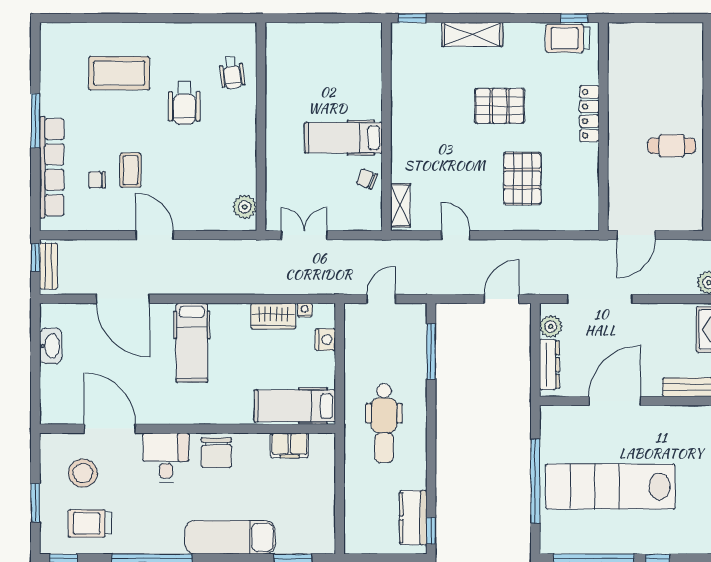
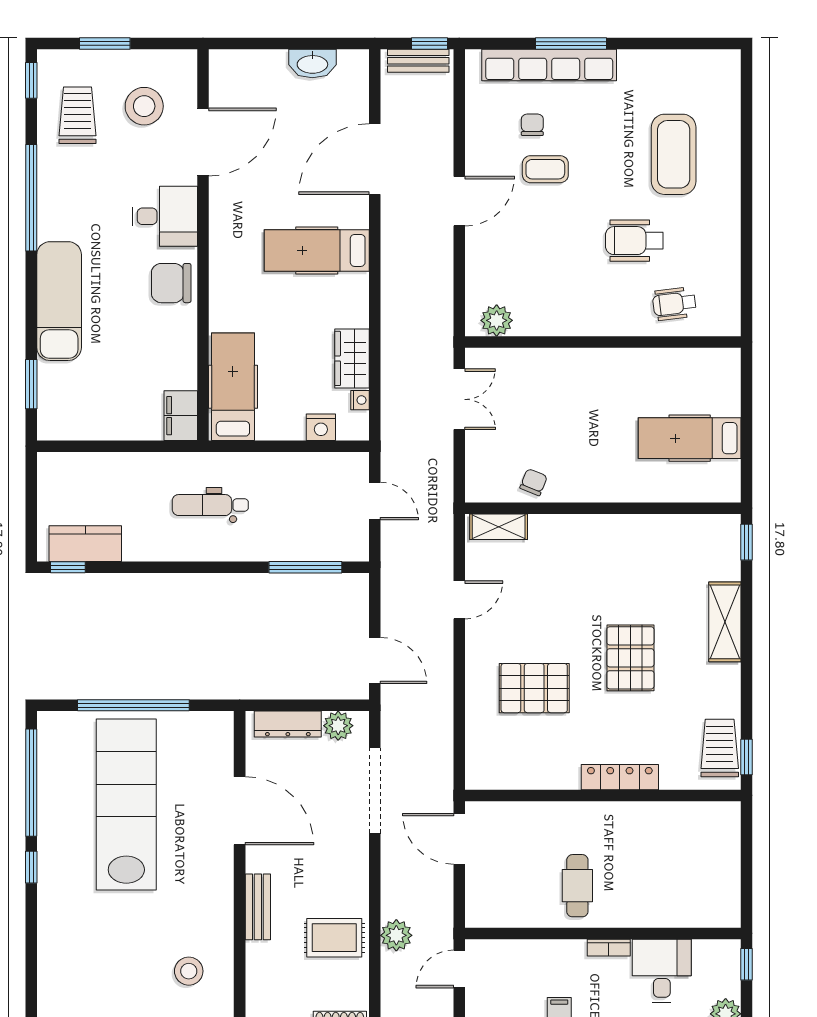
window: (35, 121) -> (571, 43), moved
hospital bed: (343, 138) -> (690, 438), moved, turned -90
dental chair: (384, 423) -> (210, 505), width x0.73, depth x0.72
filing cabinet: (290, 445) -> (181, 416), moved

